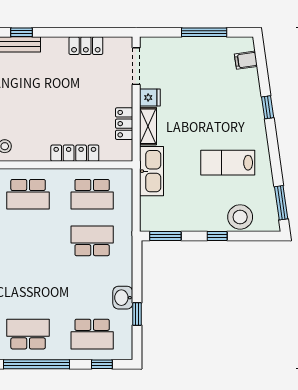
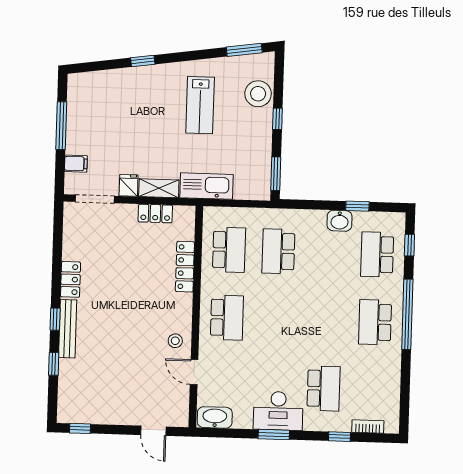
locker: (86, 46) -> (71, 279), moved
filing cabinet: (246, 60) -> (76, 164), moved, turned -82
school desk: (92, 334) -> (377, 254), turned 180

